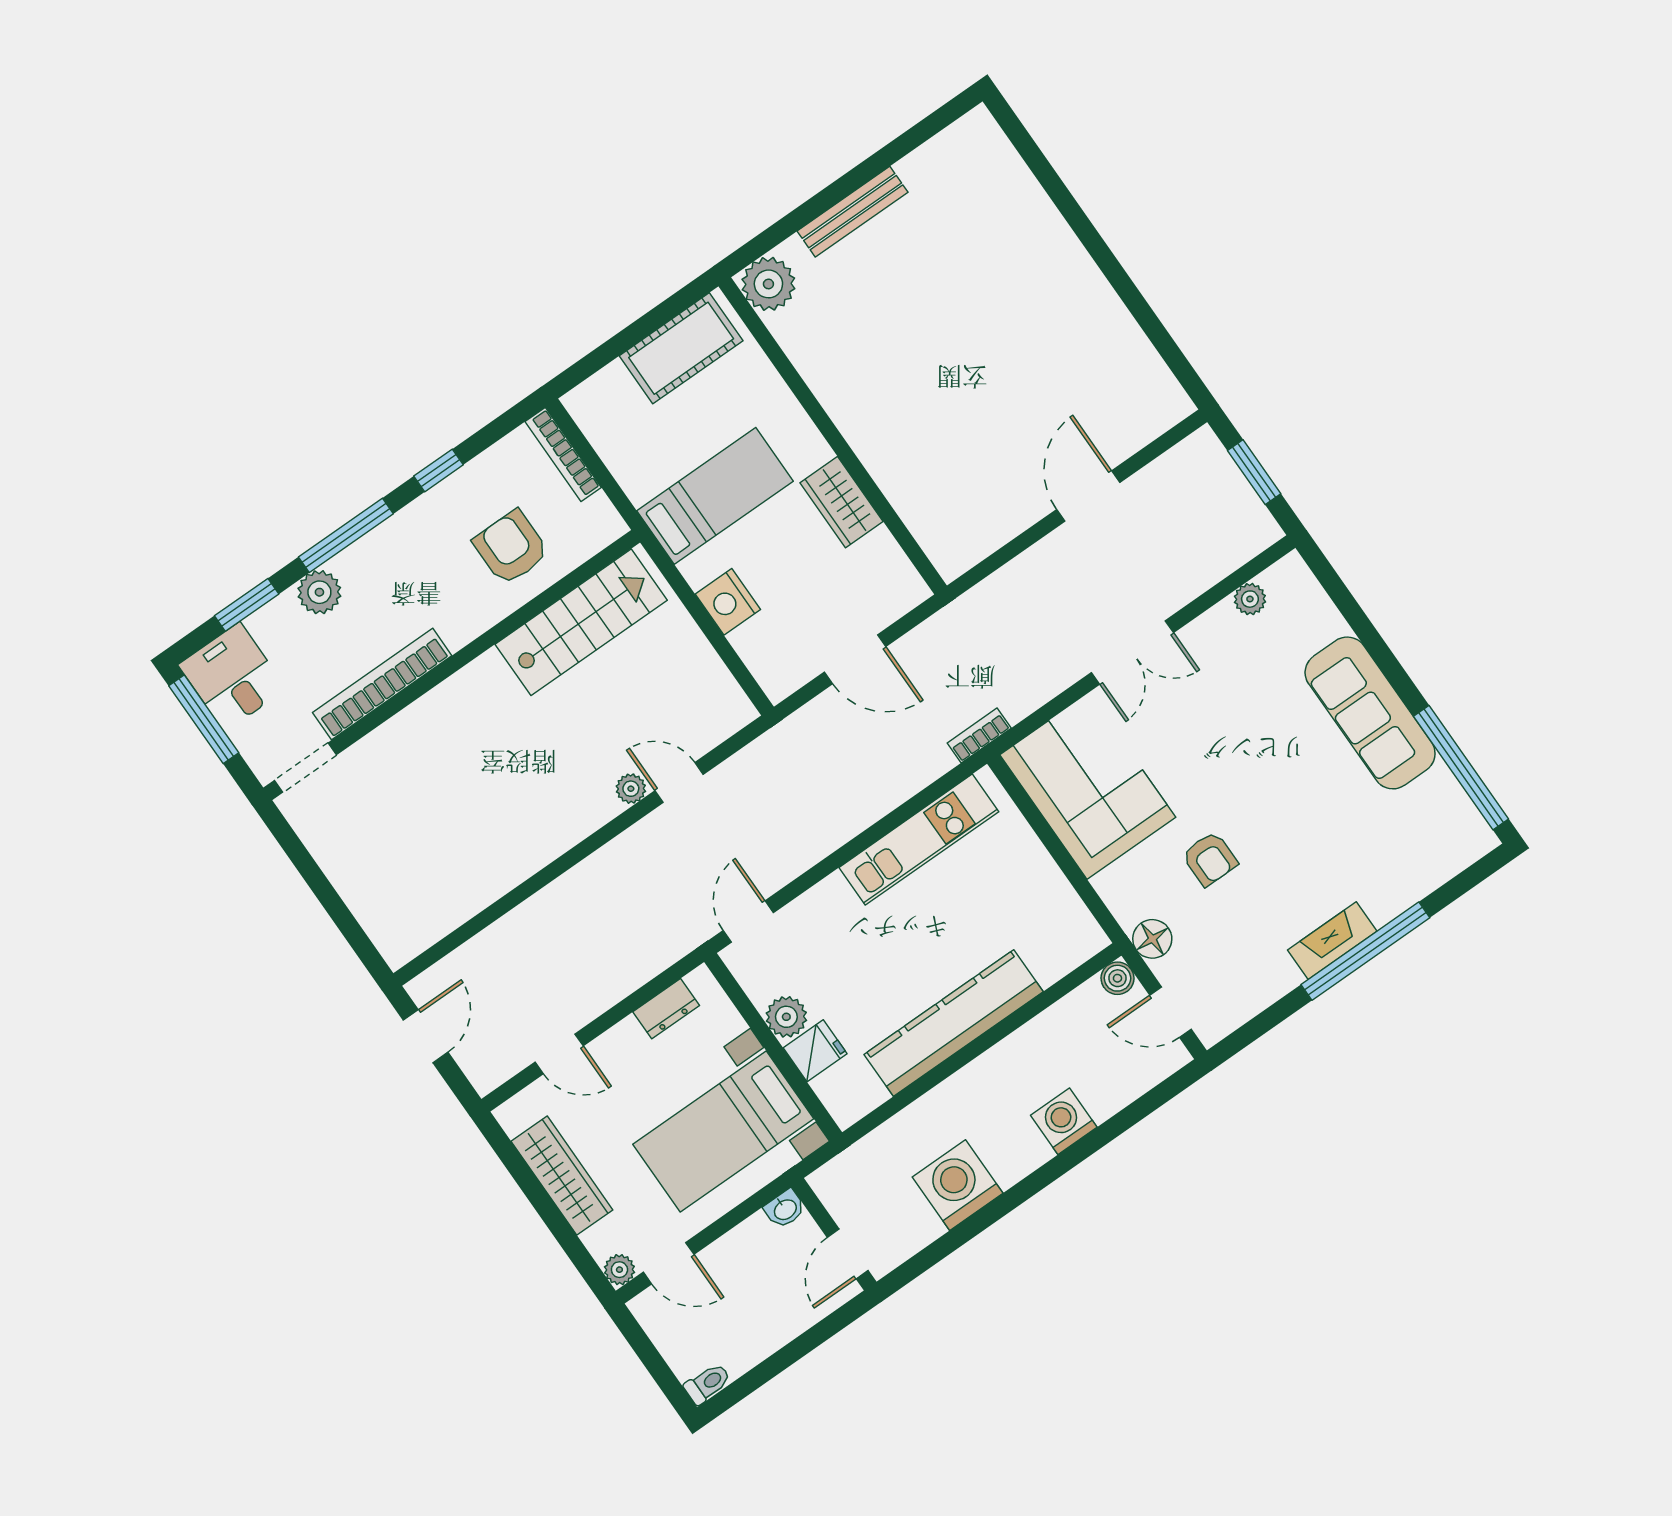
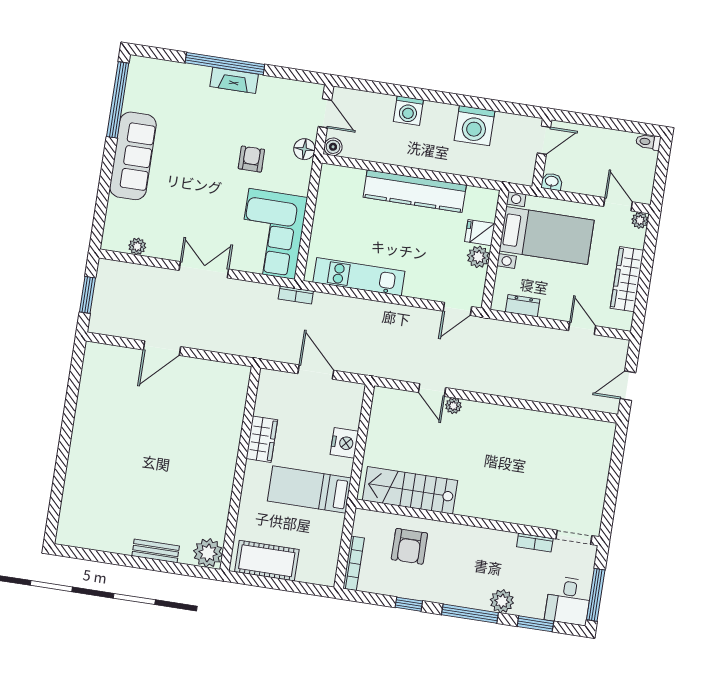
bench: (853, 212) -> (156, 551), width x0.73
bookcase: (382, 684) -> (535, 543), width x0.43, depth x0.76

